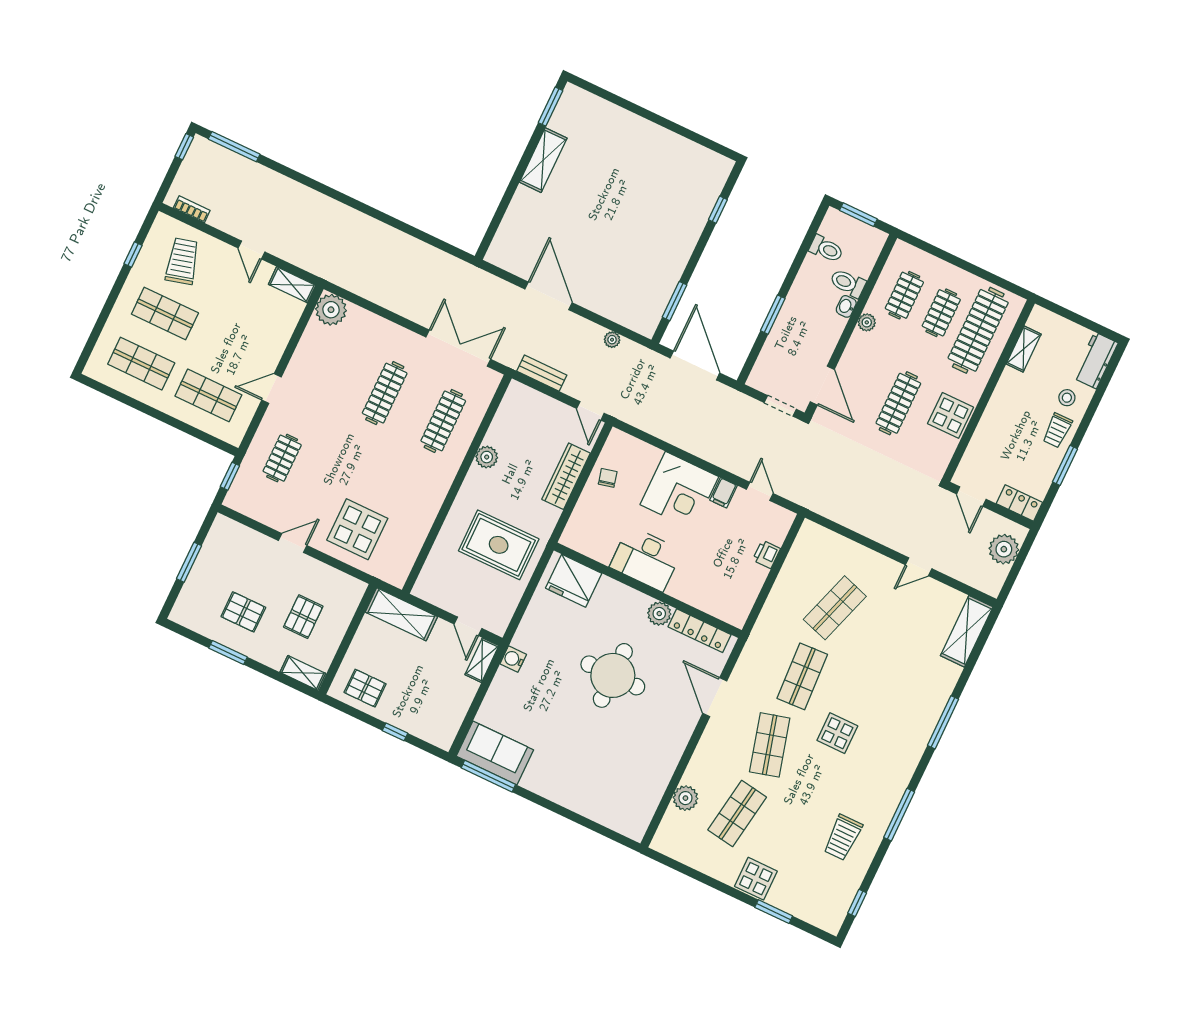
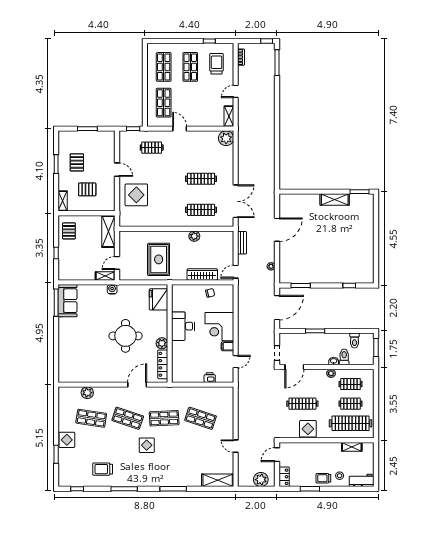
trolley: (182, 261) -> (217, 64), turned -75
shop shelf: (770, 745) -> (128, 418), turned 33

